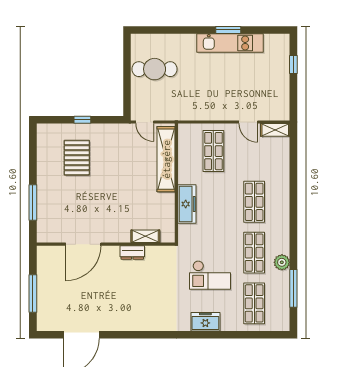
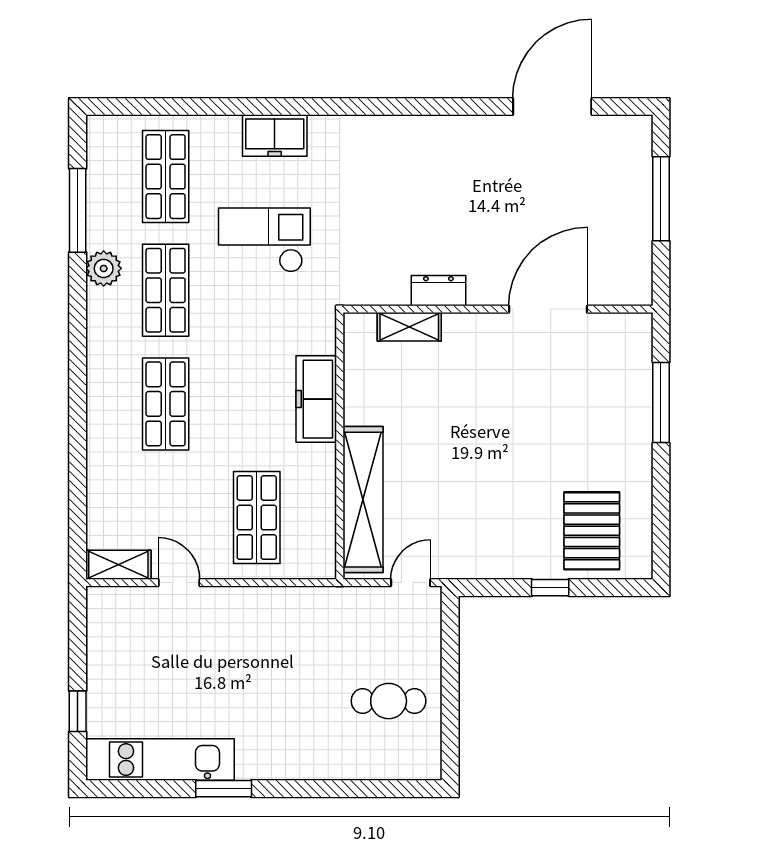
kitchen unit: (230, 43) -> (160, 760), moved
cafe table: (155, 69) -> (389, 701), width x0.73, depth x0.74
door: (145, 122) -> (411, 583), hinge flipped
pallet: (77, 158) -> (592, 531), moved

